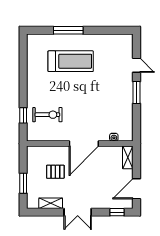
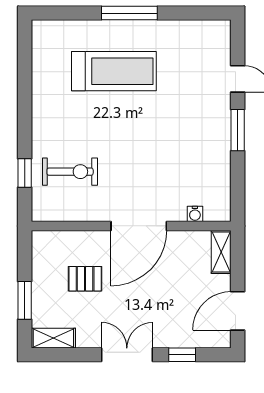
window: (68, 30) -> (129, 13), moved
shelving: (51, 203) -> (53, 338), moved
double door: (78, 212) -> (127, 355), swing flipped
window: (117, 212) -> (182, 355), moved

